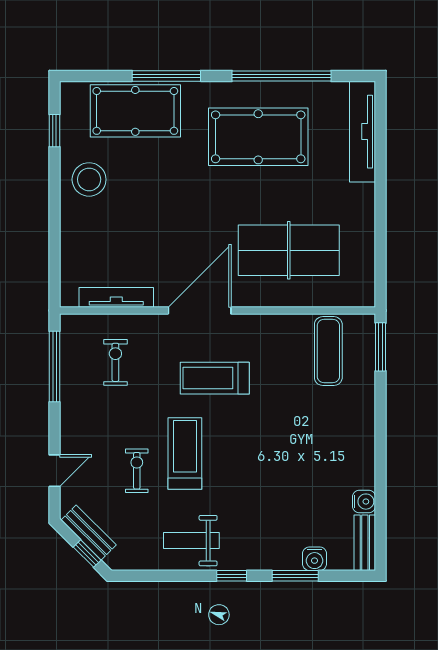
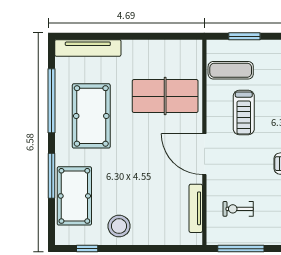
table tennis table: (289, 250) -> (165, 96), turned 90
window: (381, 347) -> (244, 36), moved
treadmill: (215, 378) -> (244, 113), moved

